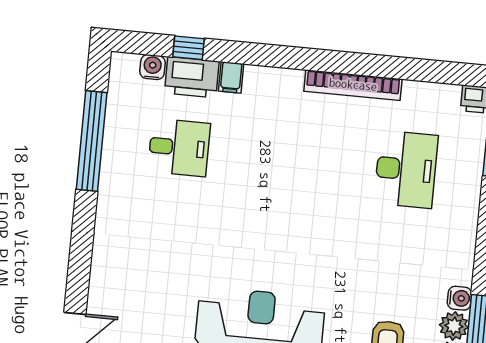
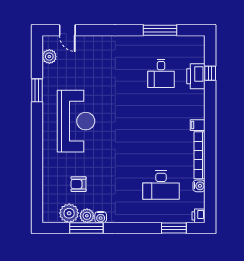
water cooler: (152, 67) -> (199, 186), moved
filing cabinet: (231, 77) -> (198, 125), moved
window: (92, 141) -> (160, 30), width x0.68

